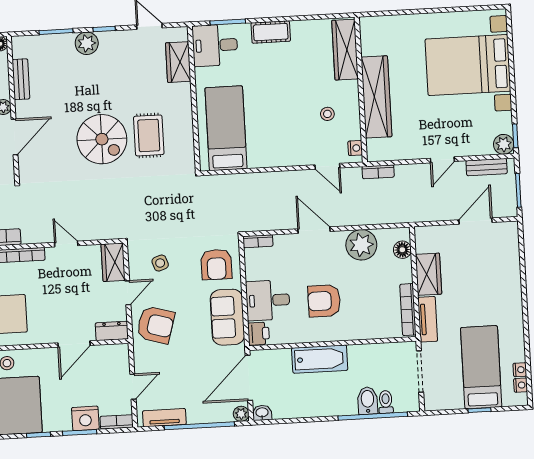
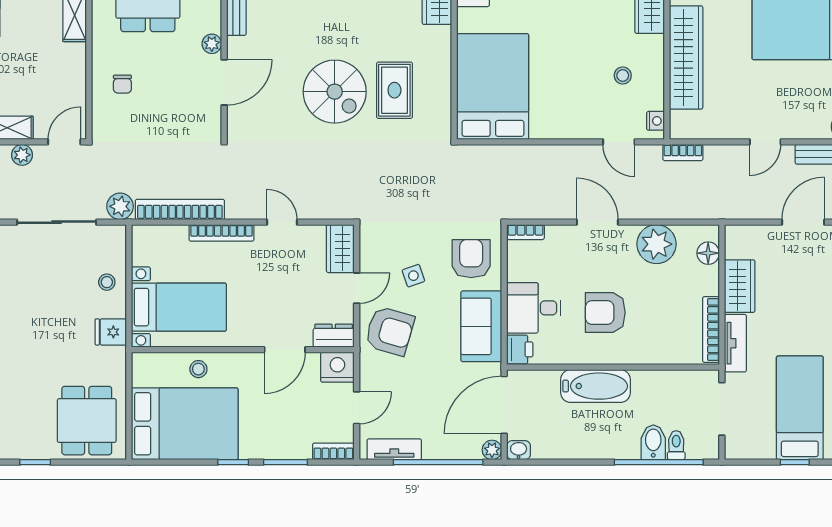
bed: (226, 128) -> (493, 87), width x1.50
side table: (160, 263) -> (413, 276), moved
armchair: (216, 264) -> (471, 259), turned 180
nightstand: (85, 418) -> (337, 367), moved, turned 180

